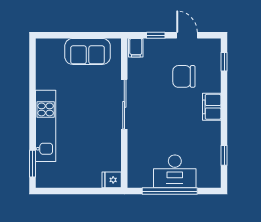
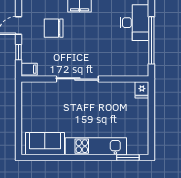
sofa: (88, 51) -> (45, 144), moved, turned -90
chair: (184, 76) -> (54, 28), turned 90
desk: (175, 171) -> (135, 23), moved

